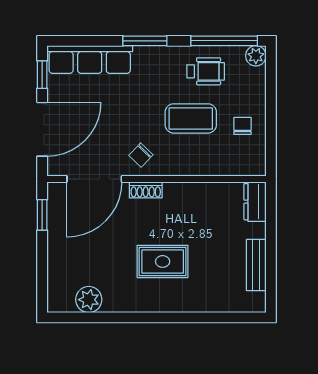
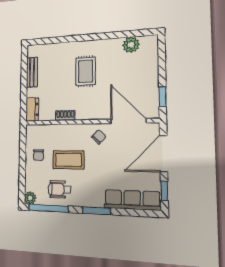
door: (94, 179) -> (128, 121), hinge flipped
shoe rack: (146, 190) -> (65, 116), moved
rug: (163, 261) -> (86, 71), turned 90

